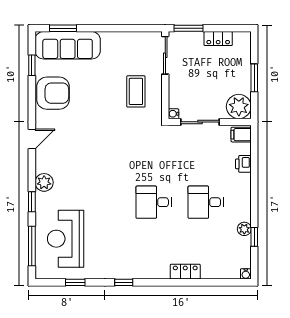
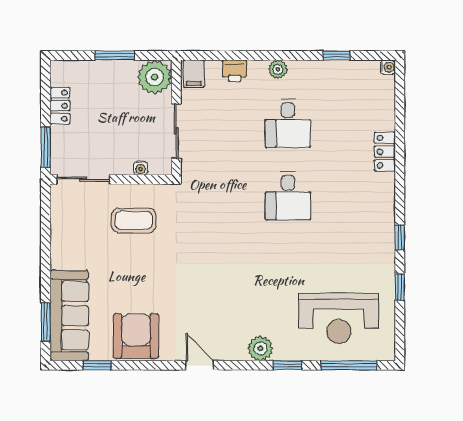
water cooler: (174, 114) -> (141, 168), moved
plant: (244, 229) -> (278, 69), moved
window: (75, 282) -> (400, 287), moved

